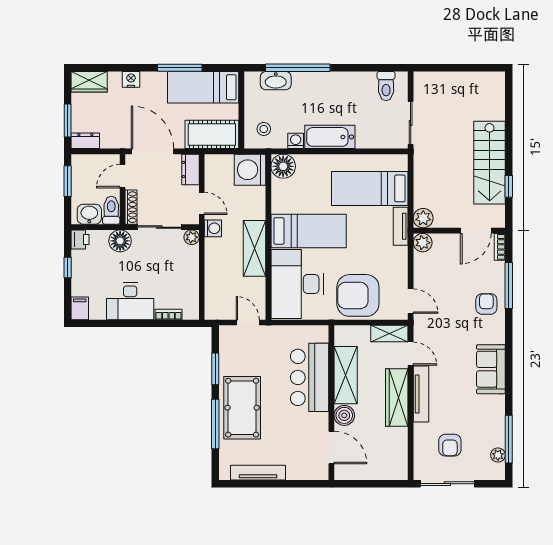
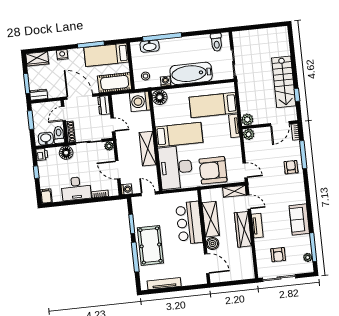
bathtub: (330, 137) -> (191, 73), width x1.36, depth x1.36
washing machine: (213, 228) -> (127, 189), moved
door: (202, 278) -> (118, 170), added
sofa: (491, 369) -> (299, 219), moved
tv unit: (421, 394) -> (257, 226), width x0.71

